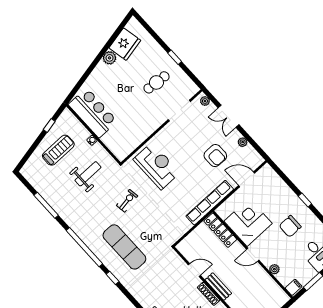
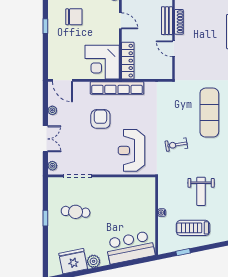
bar counter: (93, 113) -> (130, 247), moved, turned 79
armchair: (215, 156) -> (100, 119), moved
weight bench: (88, 174) -> (201, 191), moved, turned -90
door: (247, 179) -> (62, 80), moved
corner desk: (248, 222) -> (102, 62), moved

